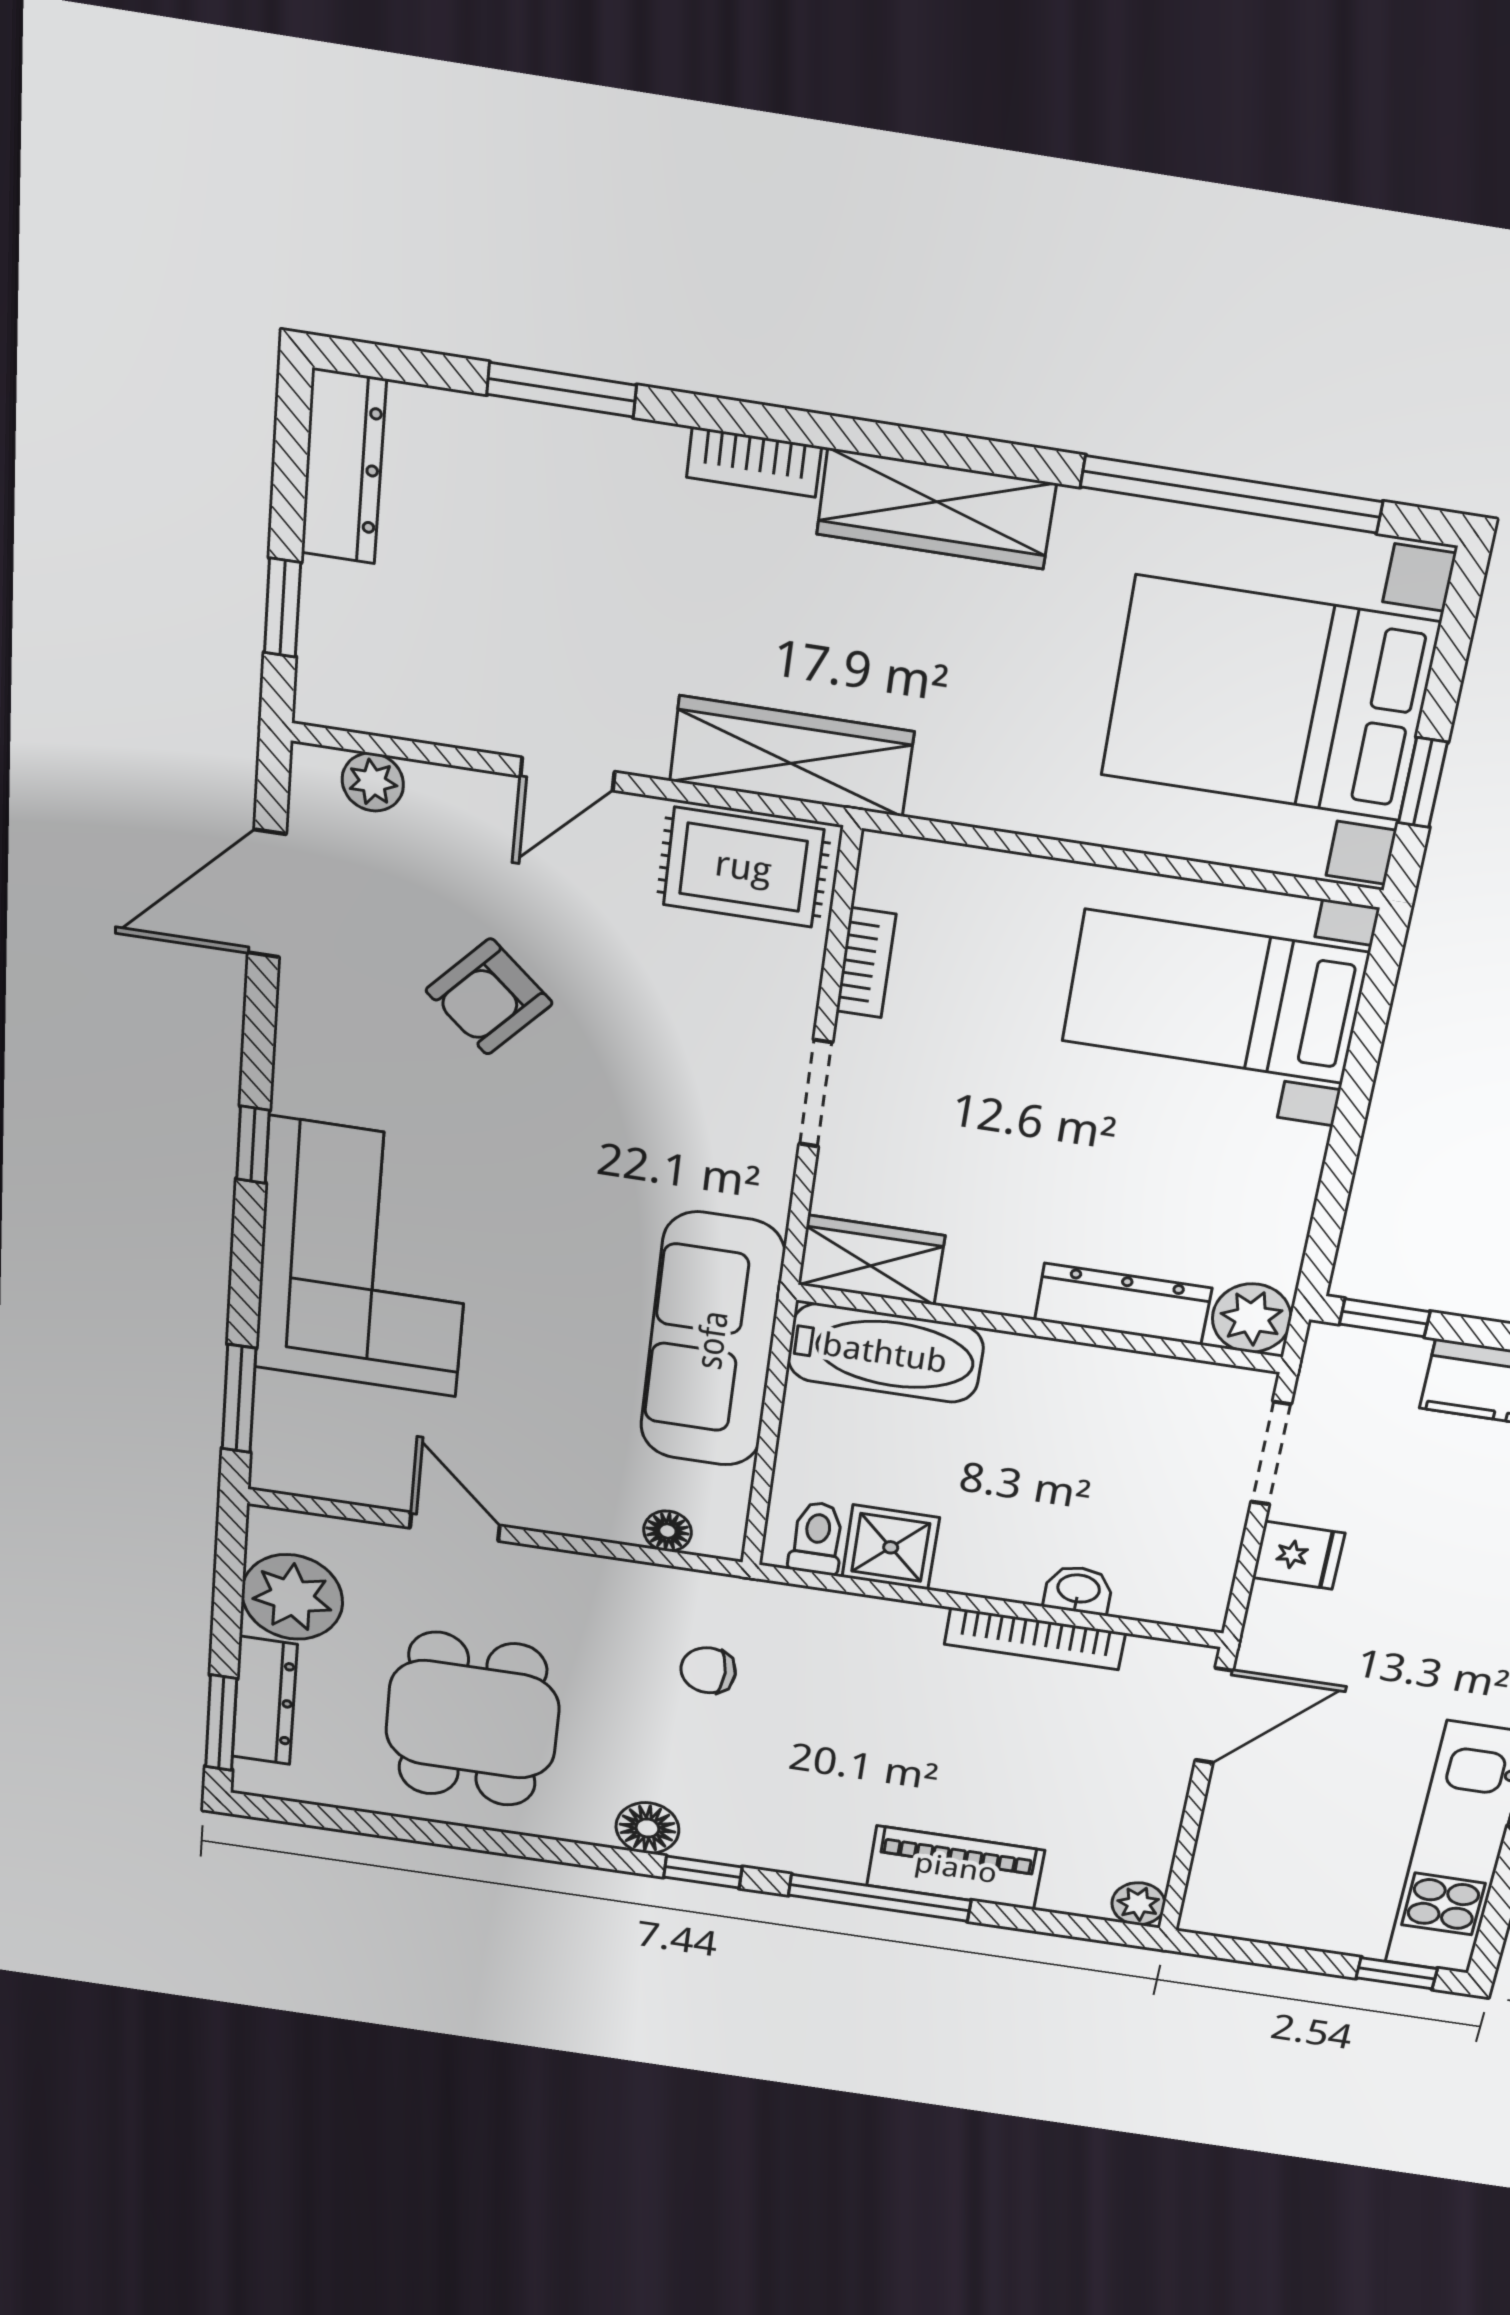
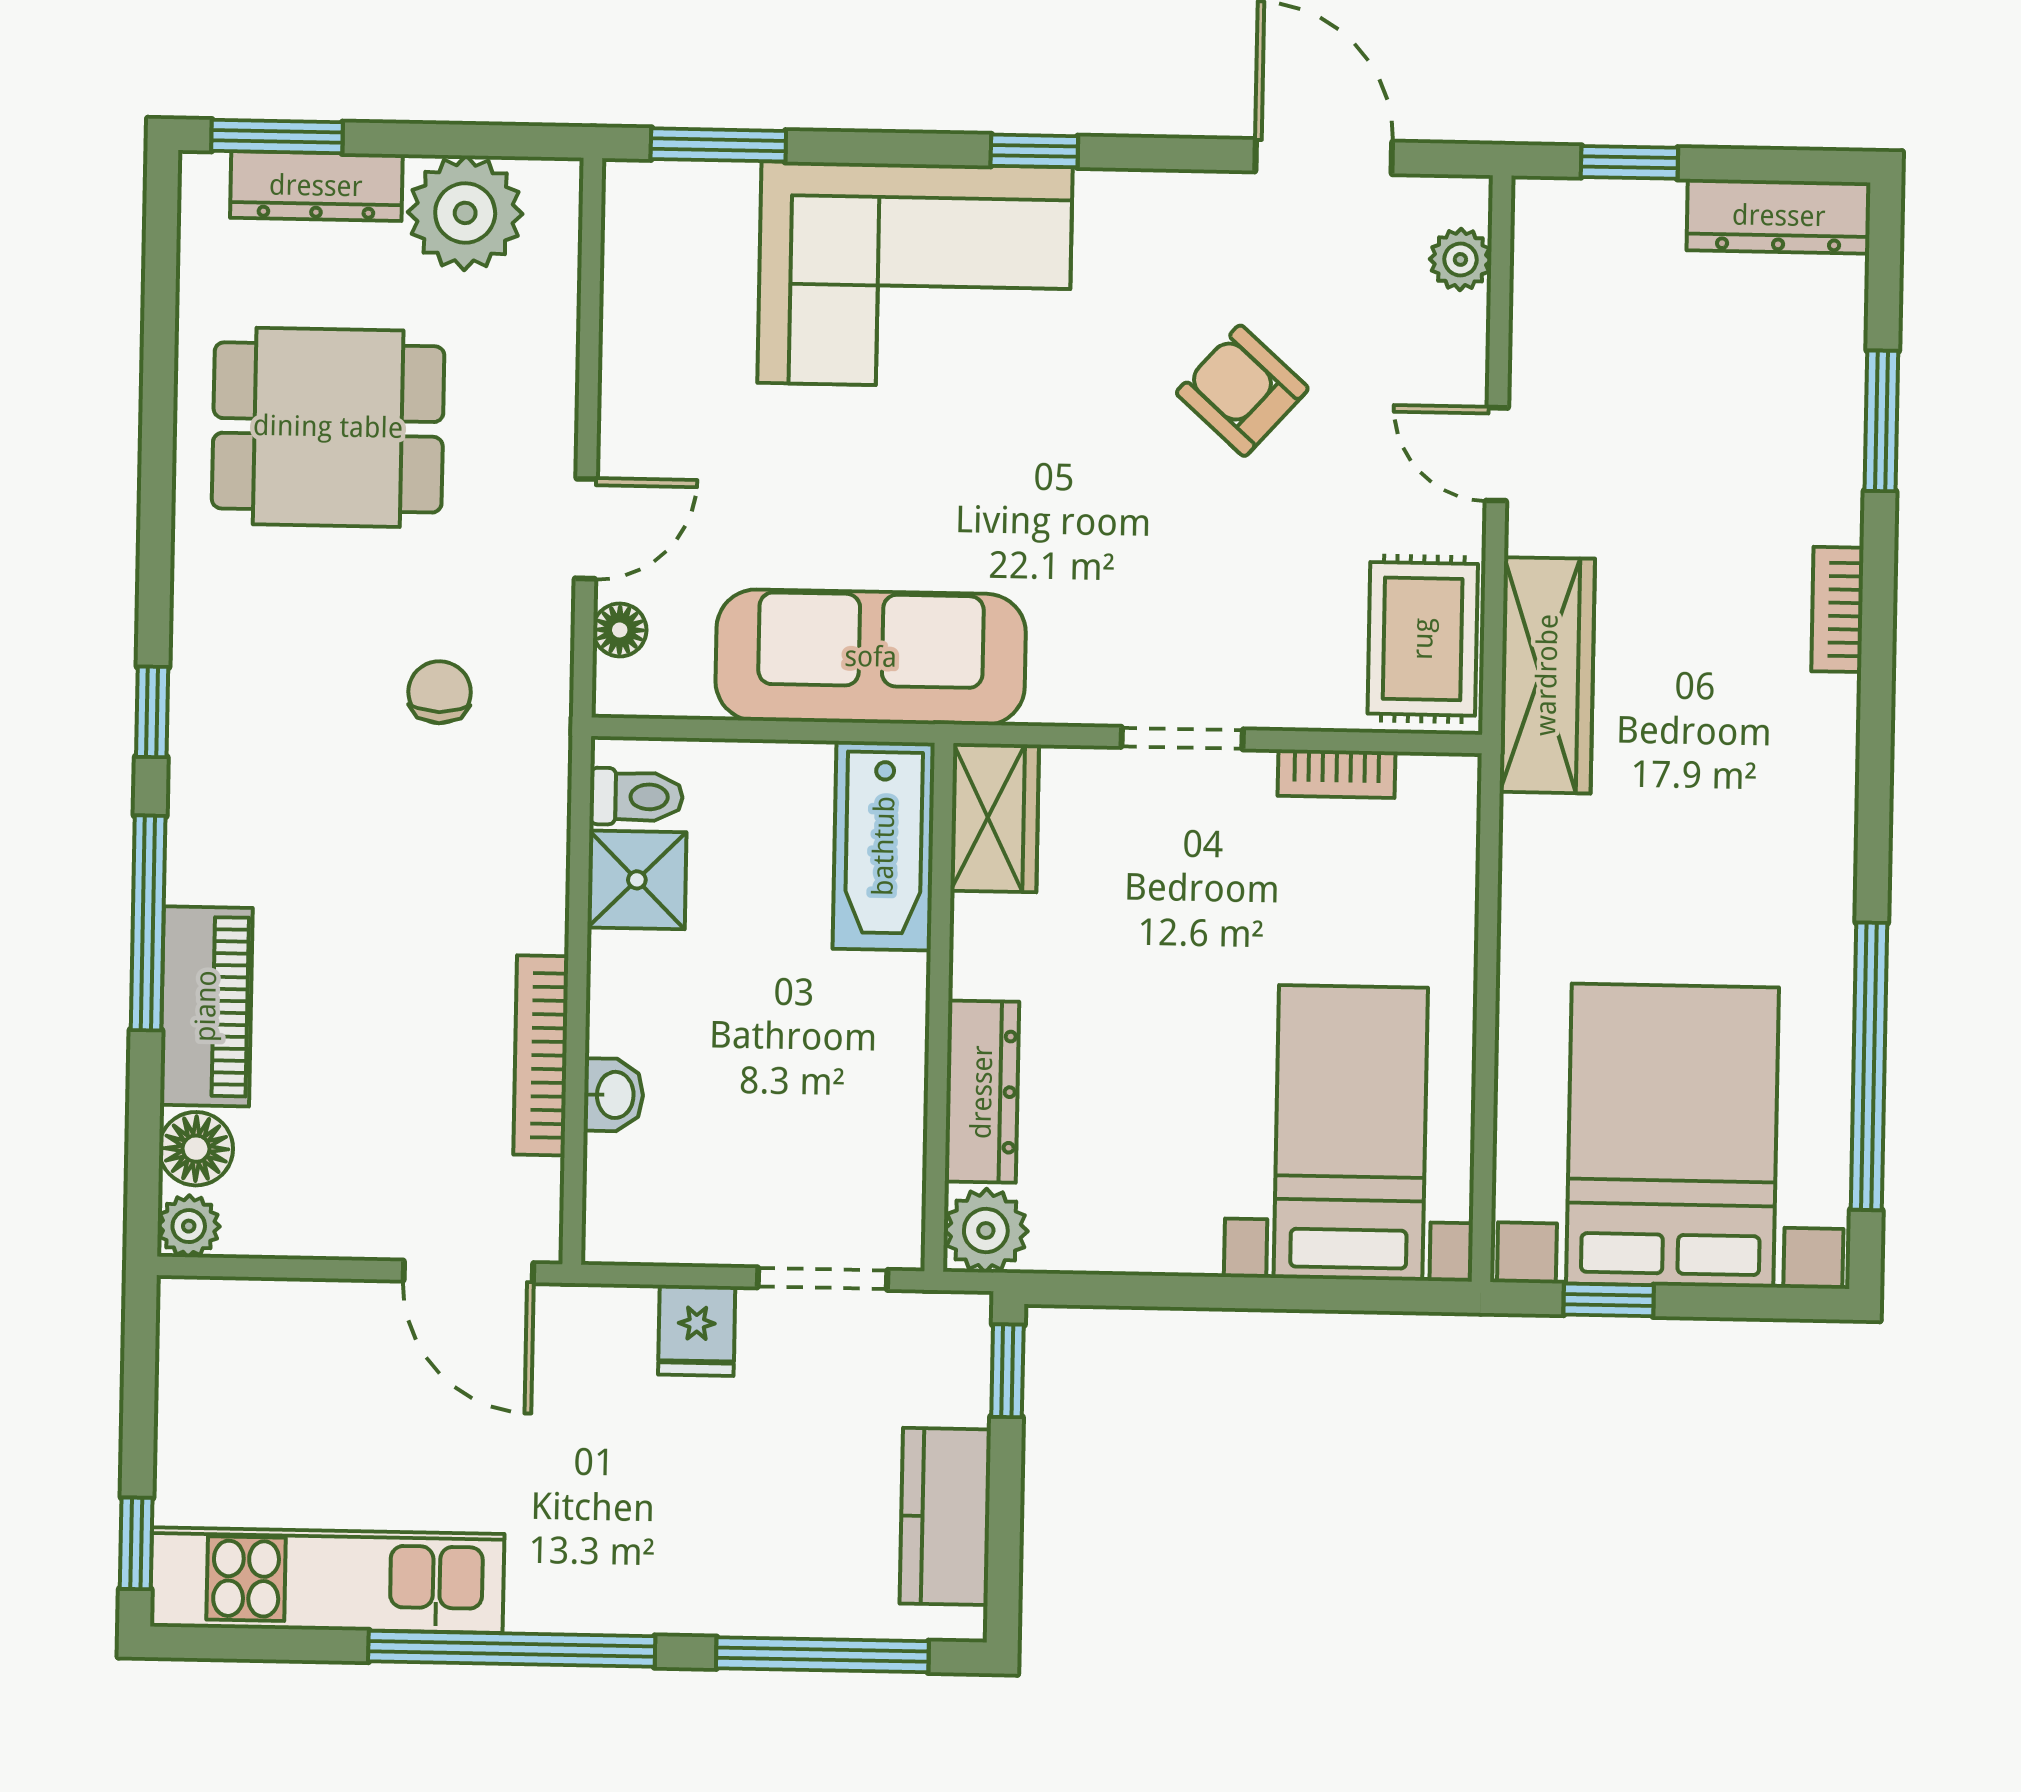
wardrobe: (936, 509) -> (1816, 788), removed
door: (455, 1527) -> (586, 529), moved
floor lamp: (647, 1828) -> (196, 1149), moved

